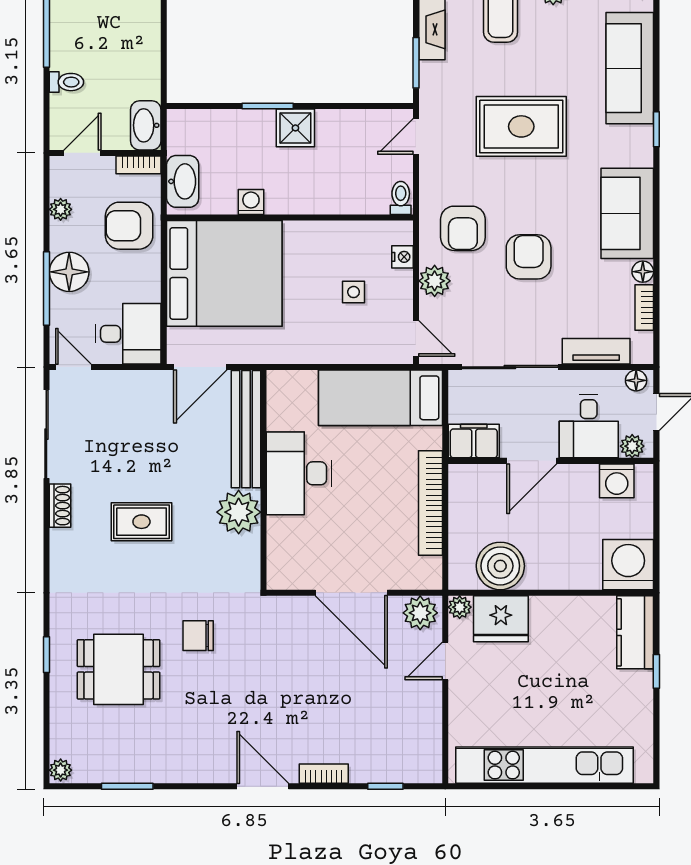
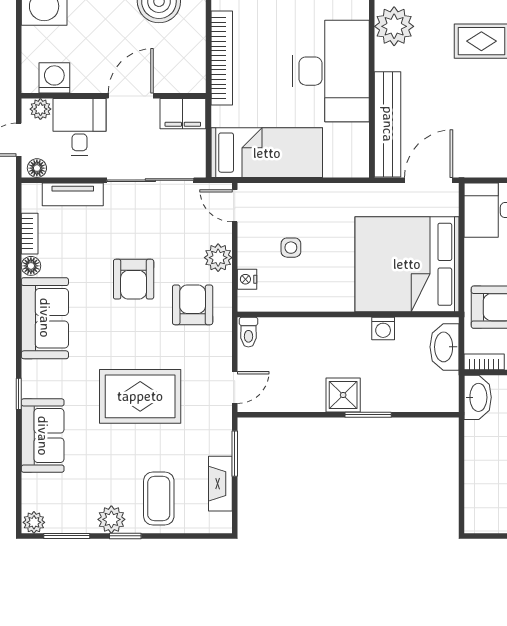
sofa: (630, 68) -> (43, 436), width x0.73
desk: (299, 473) -> (331, 71), width x1.36, depth x1.30
plant: (239, 512) -> (394, 26), moved

